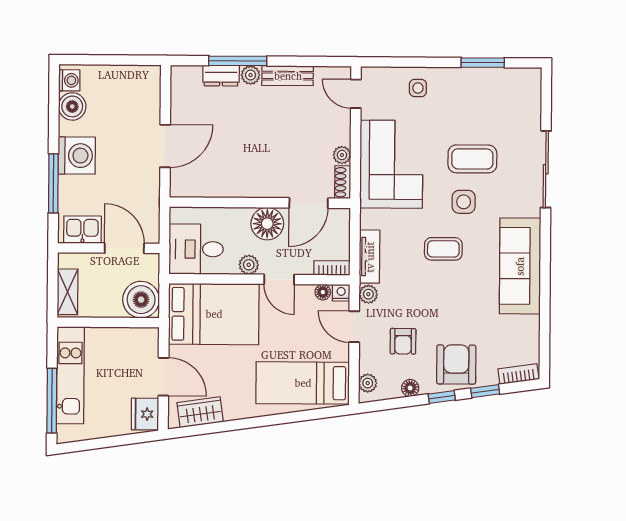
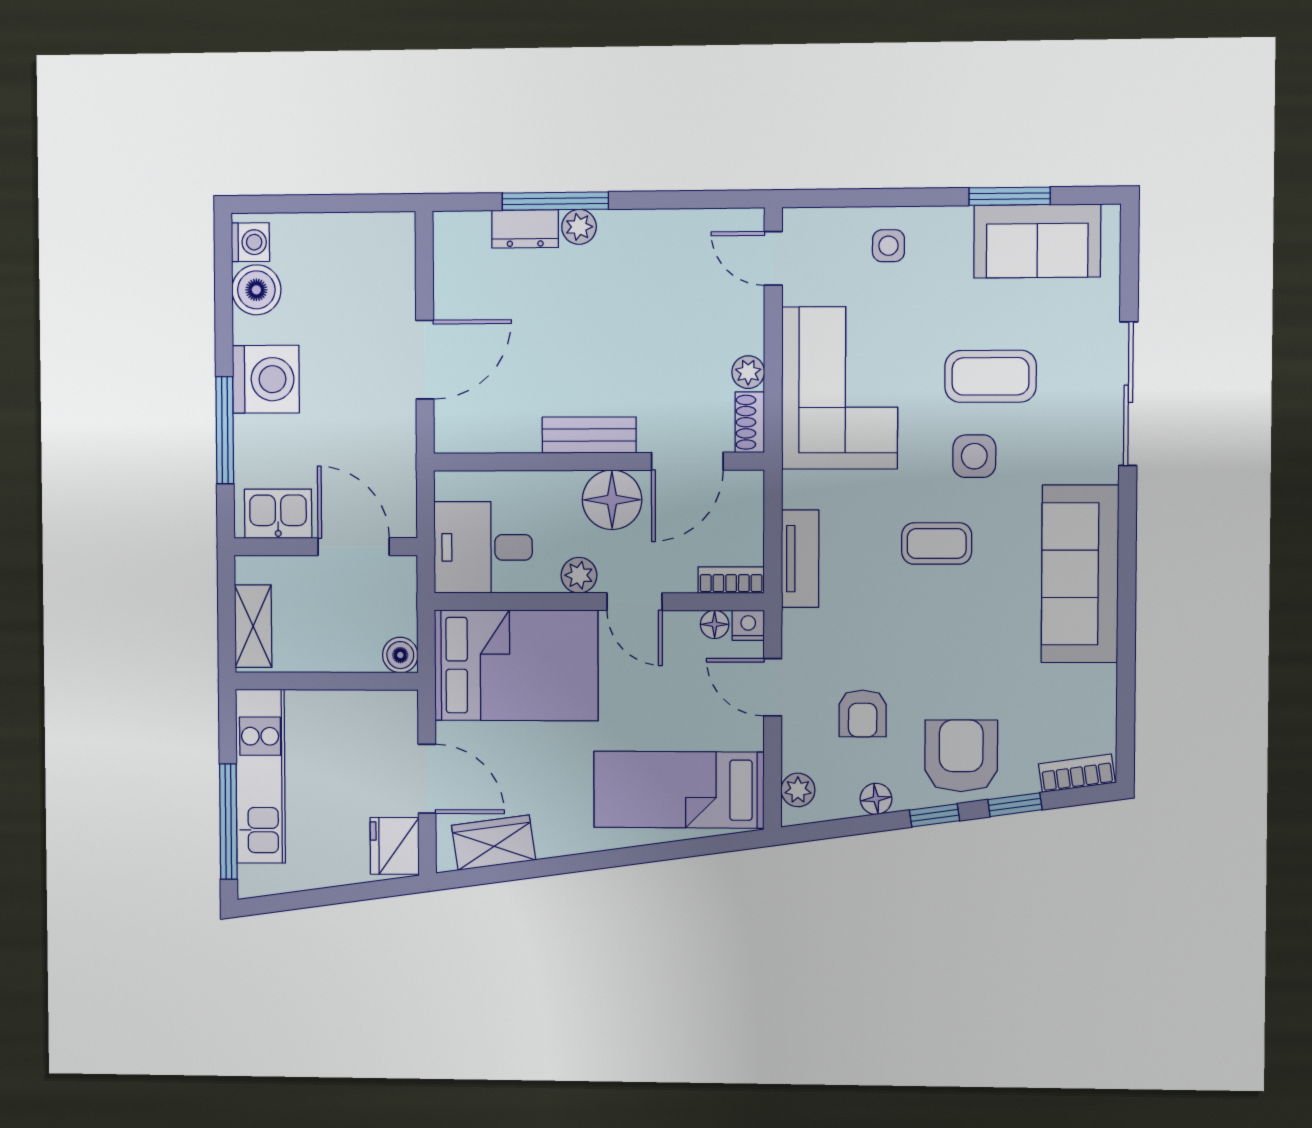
bench: (288, 76) -> (589, 435), moved
sofa: (497, 87) -> (1037, 241), added
plant: (368, 294) -> (798, 628), removed
boiler: (141, 300) -> (400, 655), width x0.54, depth x0.54

